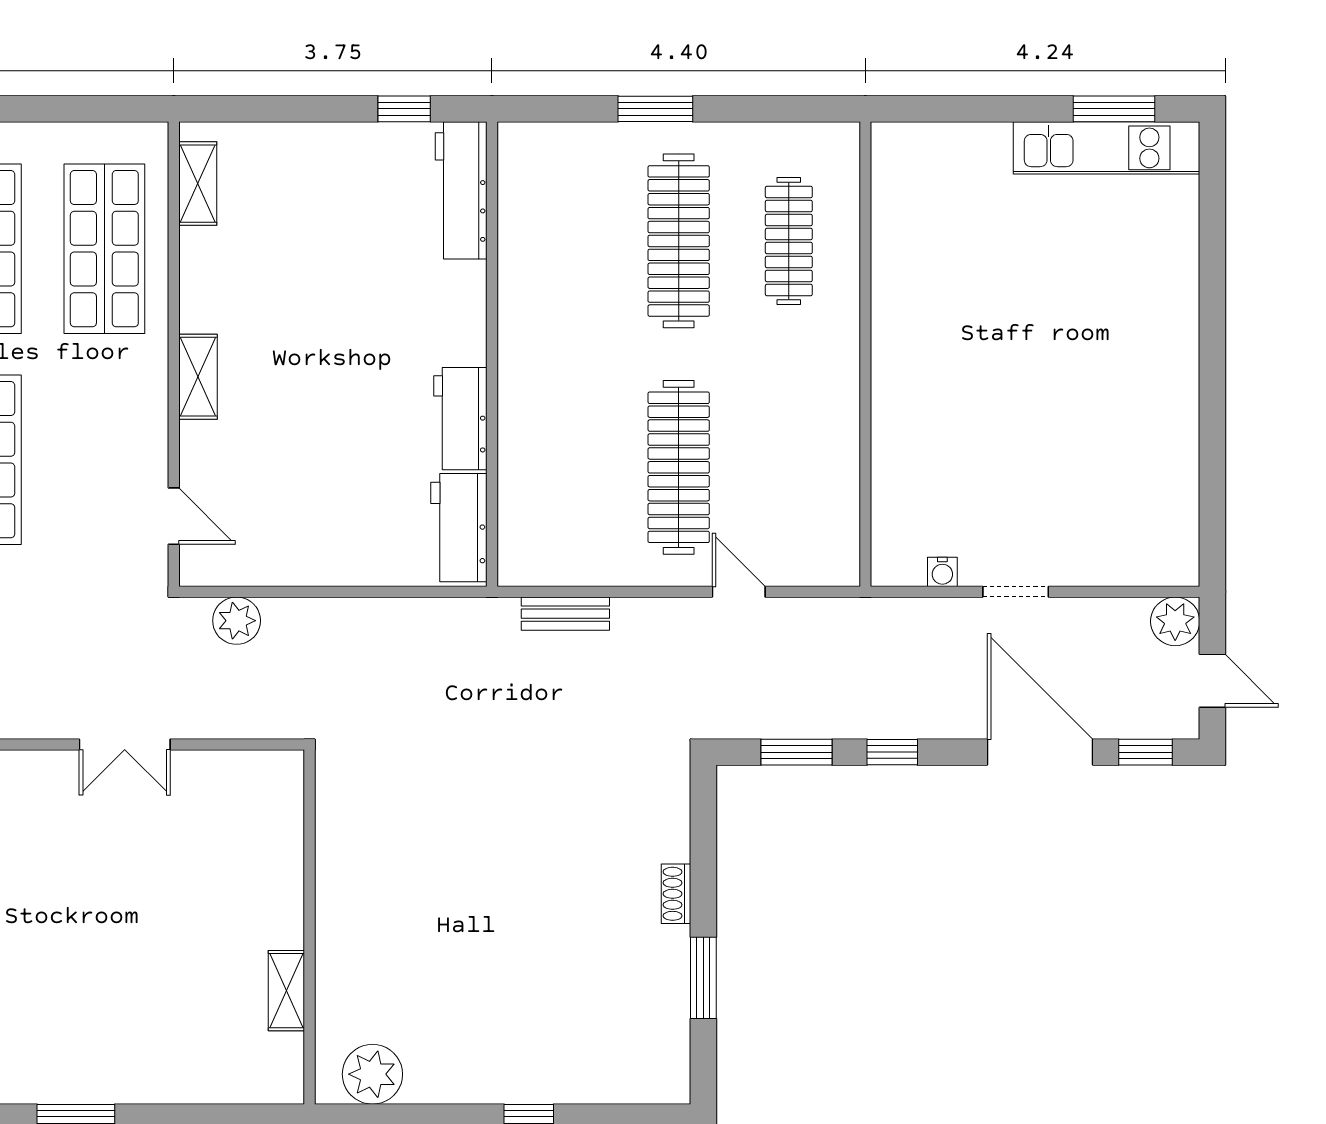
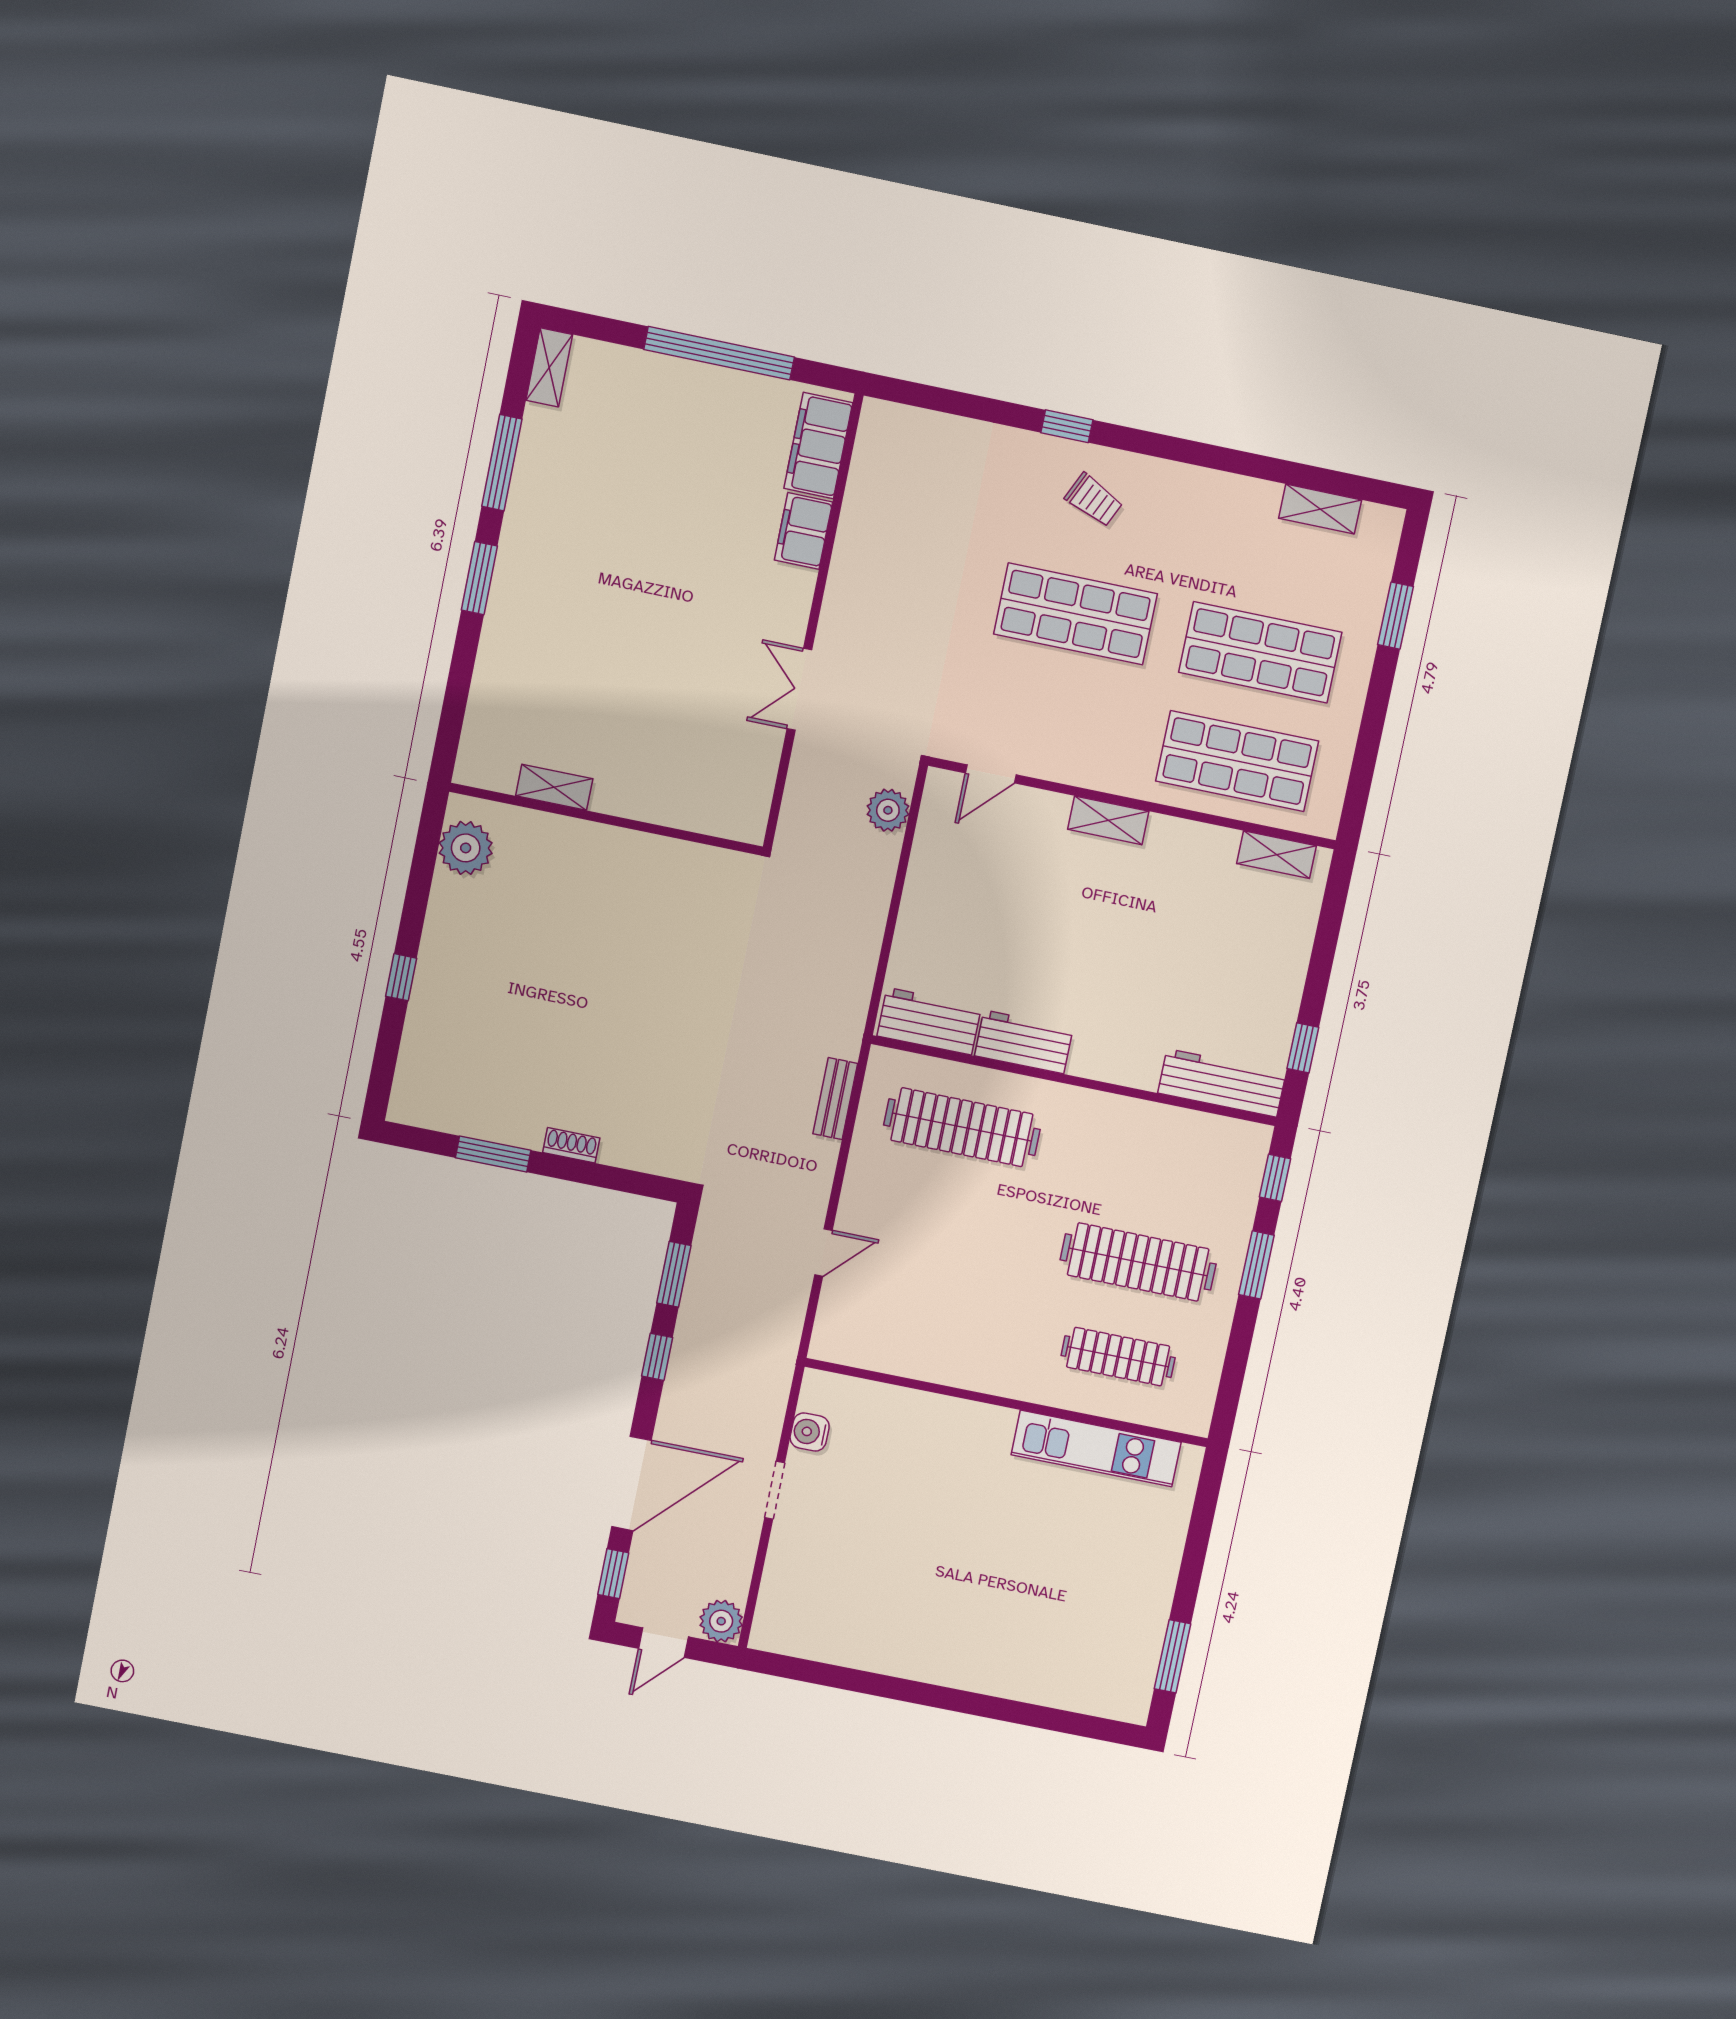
window: (554, 109) -> (1275, 1178), added
kitchen unit: (1106, 148) -> (1096, 1448), moved, turned -90
clothes rail: (679, 467) -> (962, 1127), moved
water cooler: (942, 572) -> (810, 1432), width x1.38, depth x1.38

